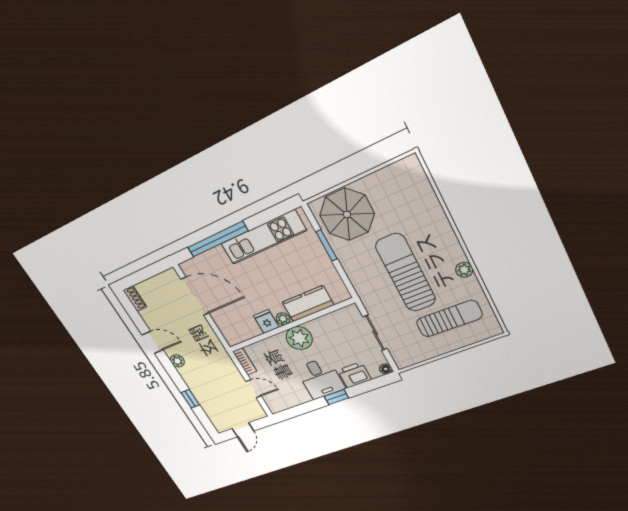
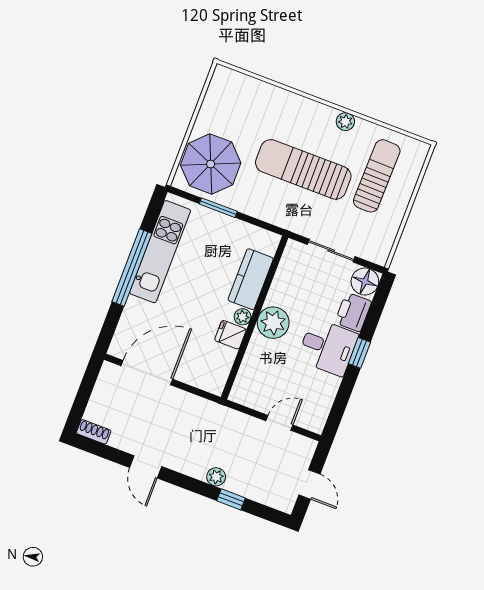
window: (218, 239) -> (132, 267), moved
door: (153, 342) -> (146, 467), swing flipped
plant: (177, 361) -> (216, 477), moved
bookcase: (245, 361) -> (247, 399), removed
floor lamp: (386, 369) -> (365, 281), width x1.89, depth x1.89

